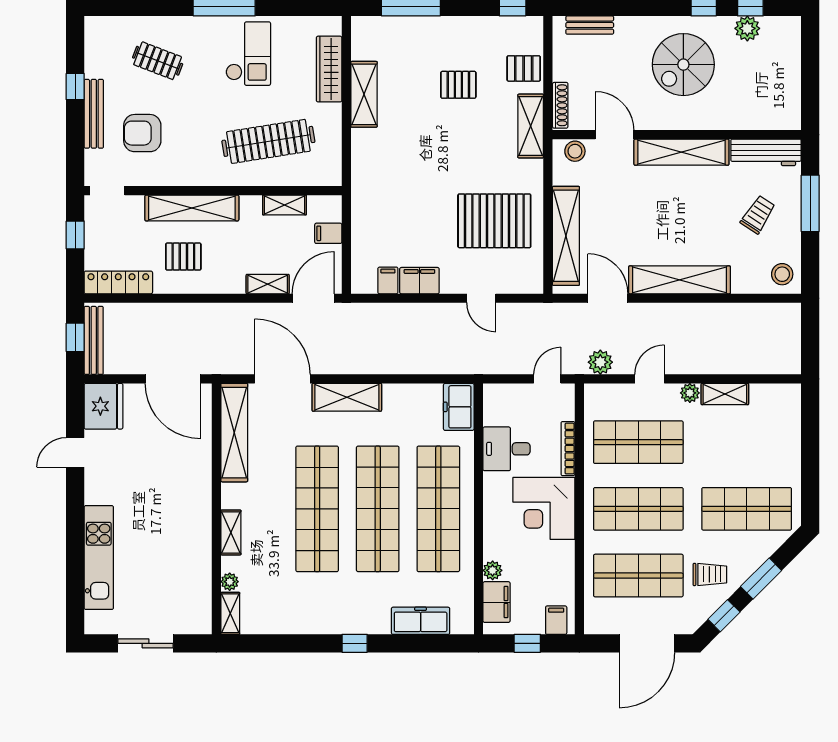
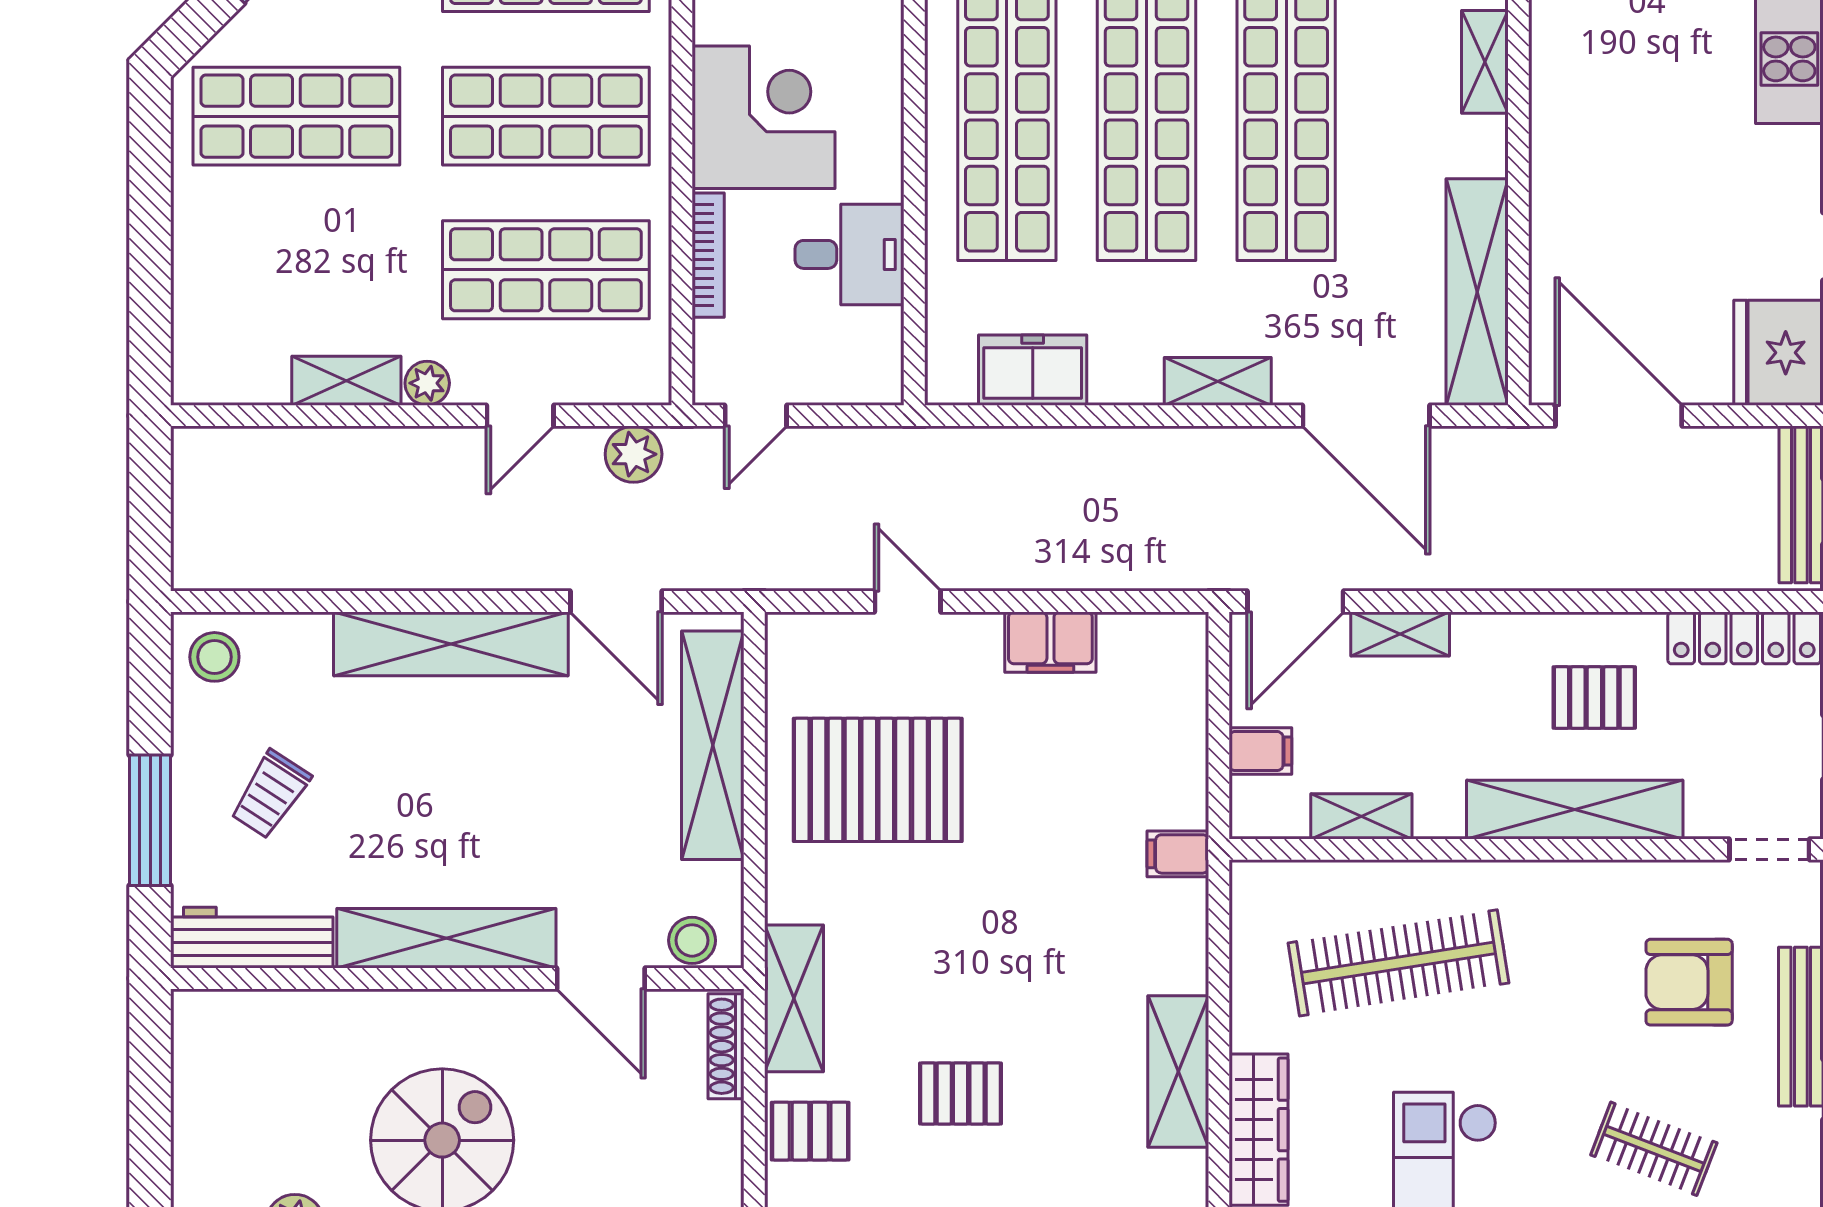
armchair: (142, 133) -> (1689, 982), turned 180
filing cabinet: (388, 280) -> (1178, 854), moved, turned 90
shelving: (347, 397) -> (1218, 381), width x0.67, depth x0.75
freezer: (459, 407) -> (1033, 370), moved, turned -90

